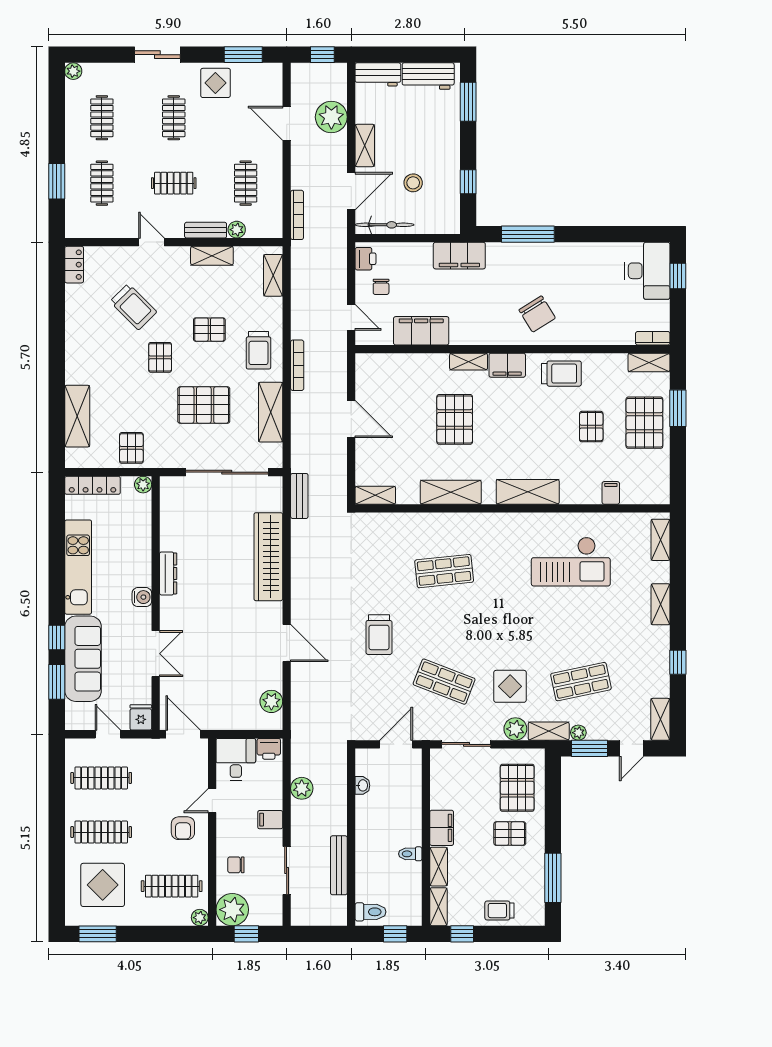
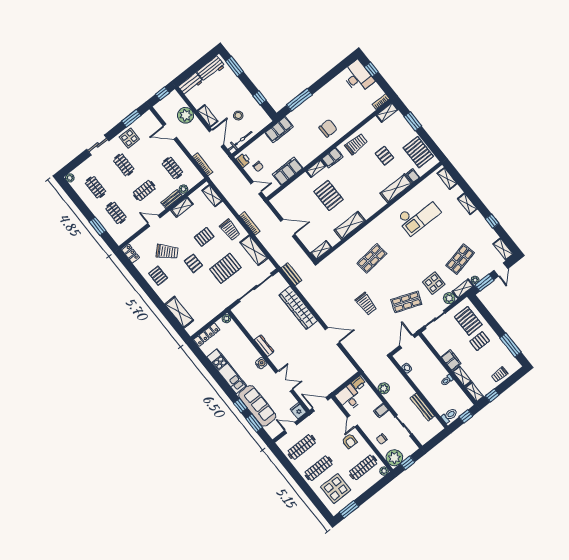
chair: (537, 314) -> (328, 128), turned -58
pallet: (644, 423) -> (418, 152), moved
pallet: (131, 448) -> (158, 276), moved
shelving: (528, 492) -> (396, 188), moved
plant: (271, 701) -> (345, 364), removed

